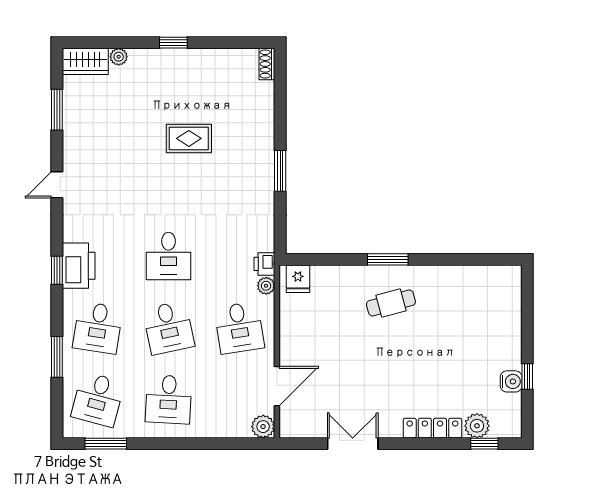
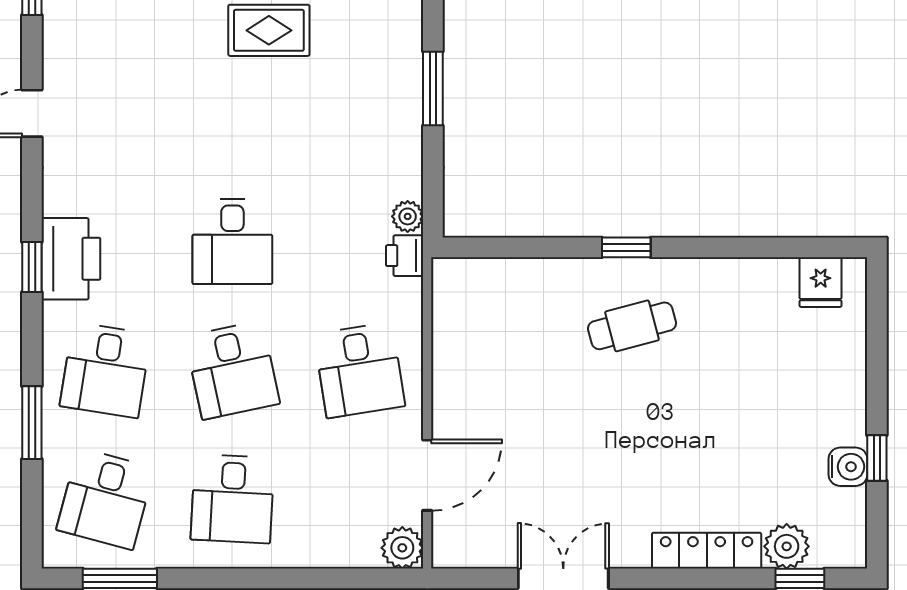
window: (388, 259) -> (626, 247), width x0.67
fridge: (298, 279) -> (821, 282), moved
plant: (266, 286) -> (408, 216), moved

